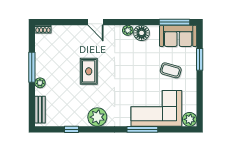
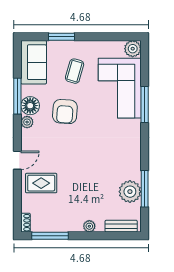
window: (174, 22) -> (17, 96), moved
armchair: (137, 62) -> (65, 112), added
window: (32, 67) -> (50, 236), moved
rug: (89, 71) -> (41, 183), moved
plant: (97, 117) -> (130, 192), moved
window: (72, 129) -> (145, 189), width x2.17

